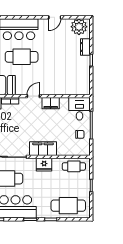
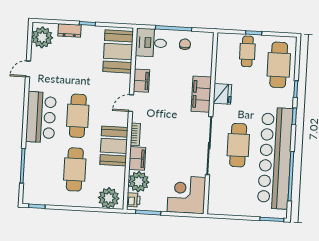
door: (55, 17) -> (28, 69), swing flipped
booth: (72, 84) -> (118, 52), added
door: (33, 96) -> (131, 103), hinge flipped
cafe table: (74, 166) -> (247, 51), moved

